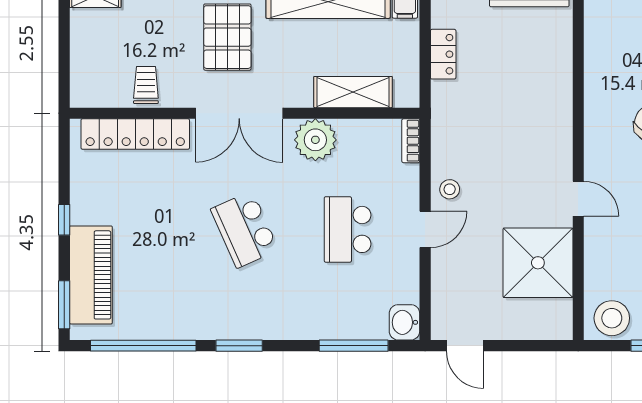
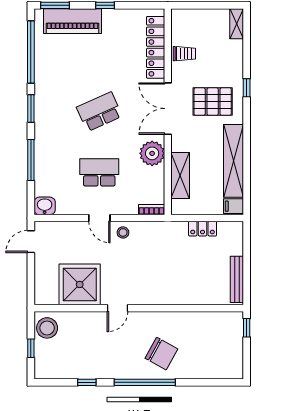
window: (354, 346) -> (31, 160), moved

